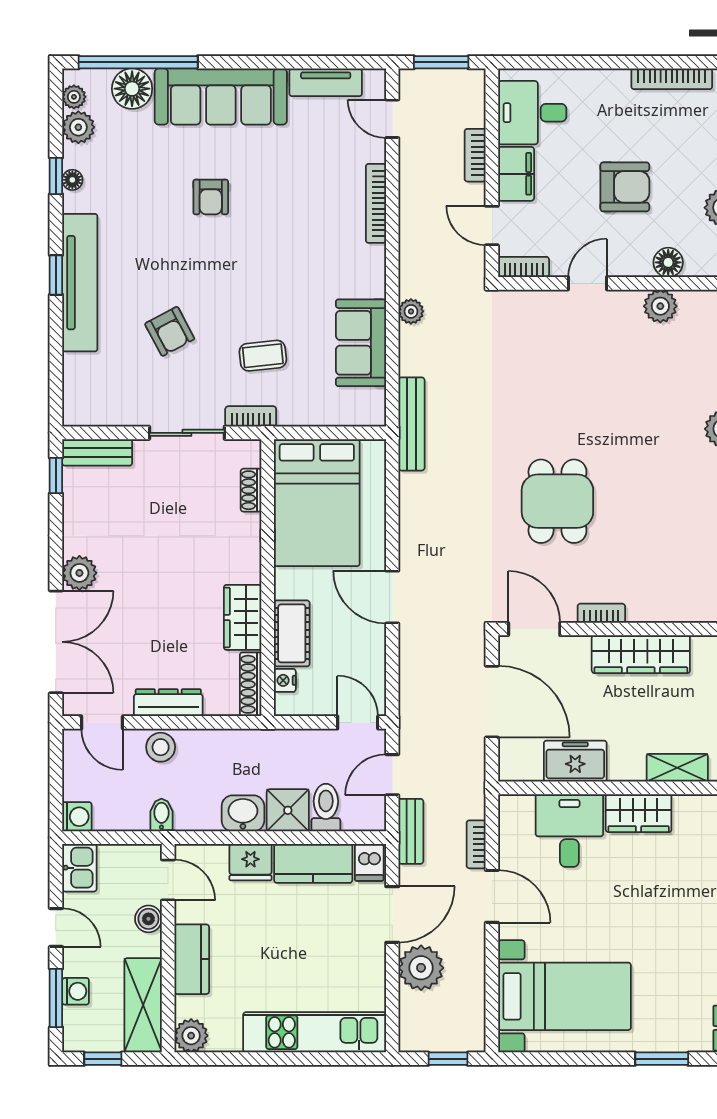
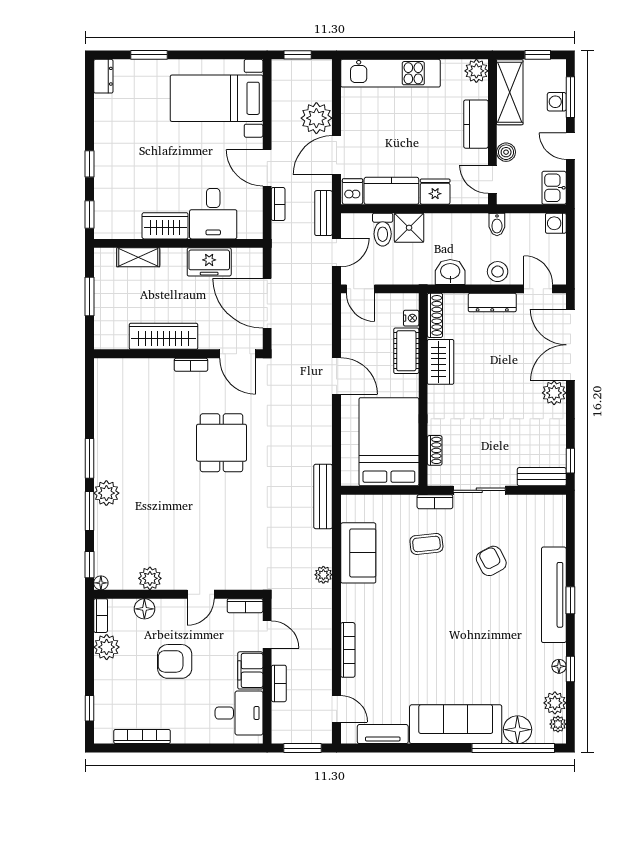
armchair: (211, 197) -> (463, 654), removed
washbasin: (243, 813) -> (450, 272), moved, turned 180

